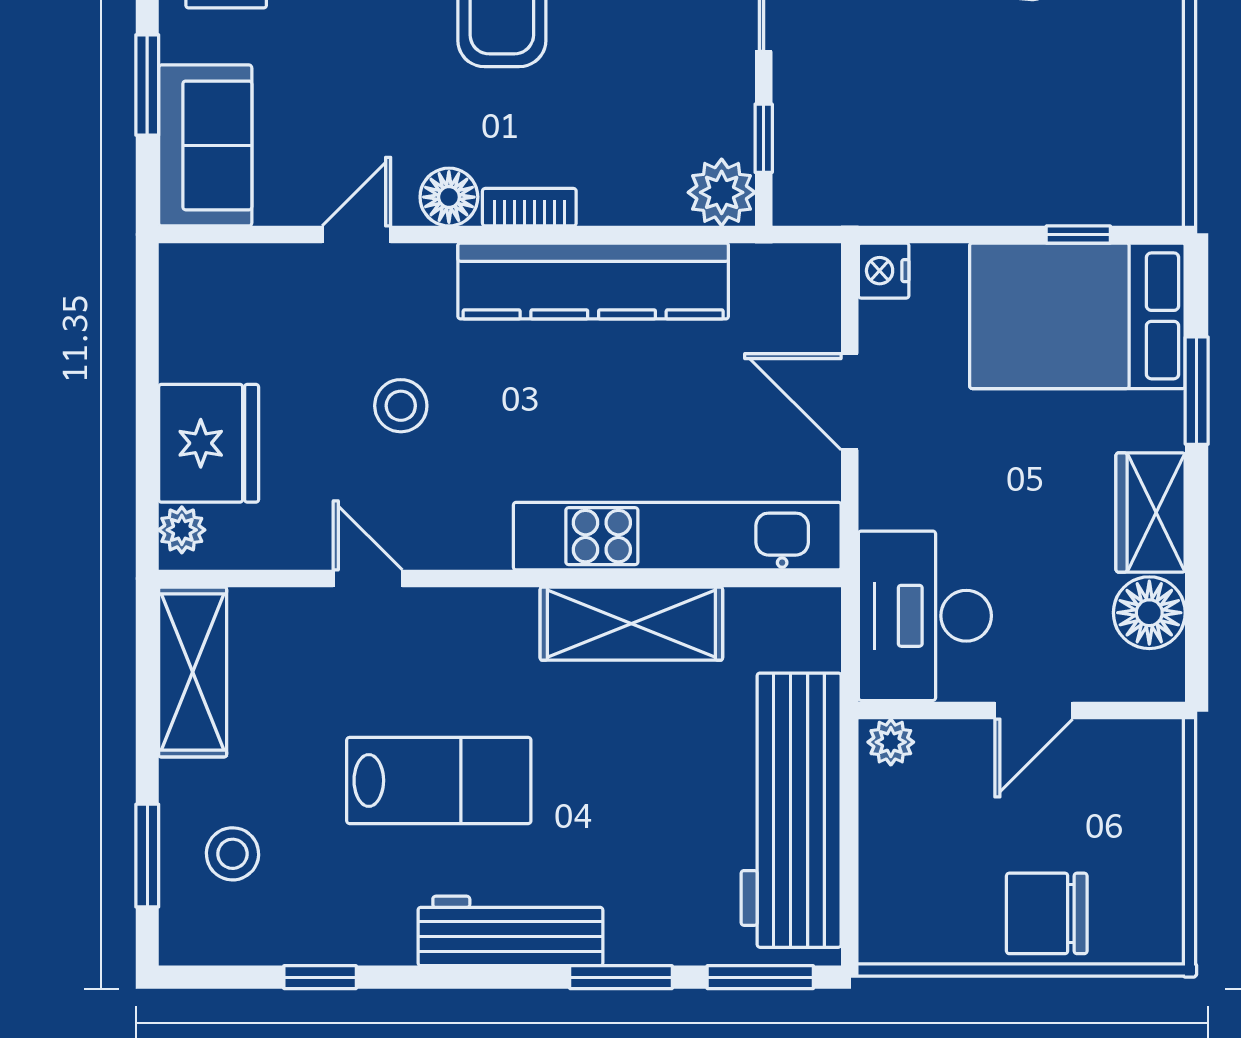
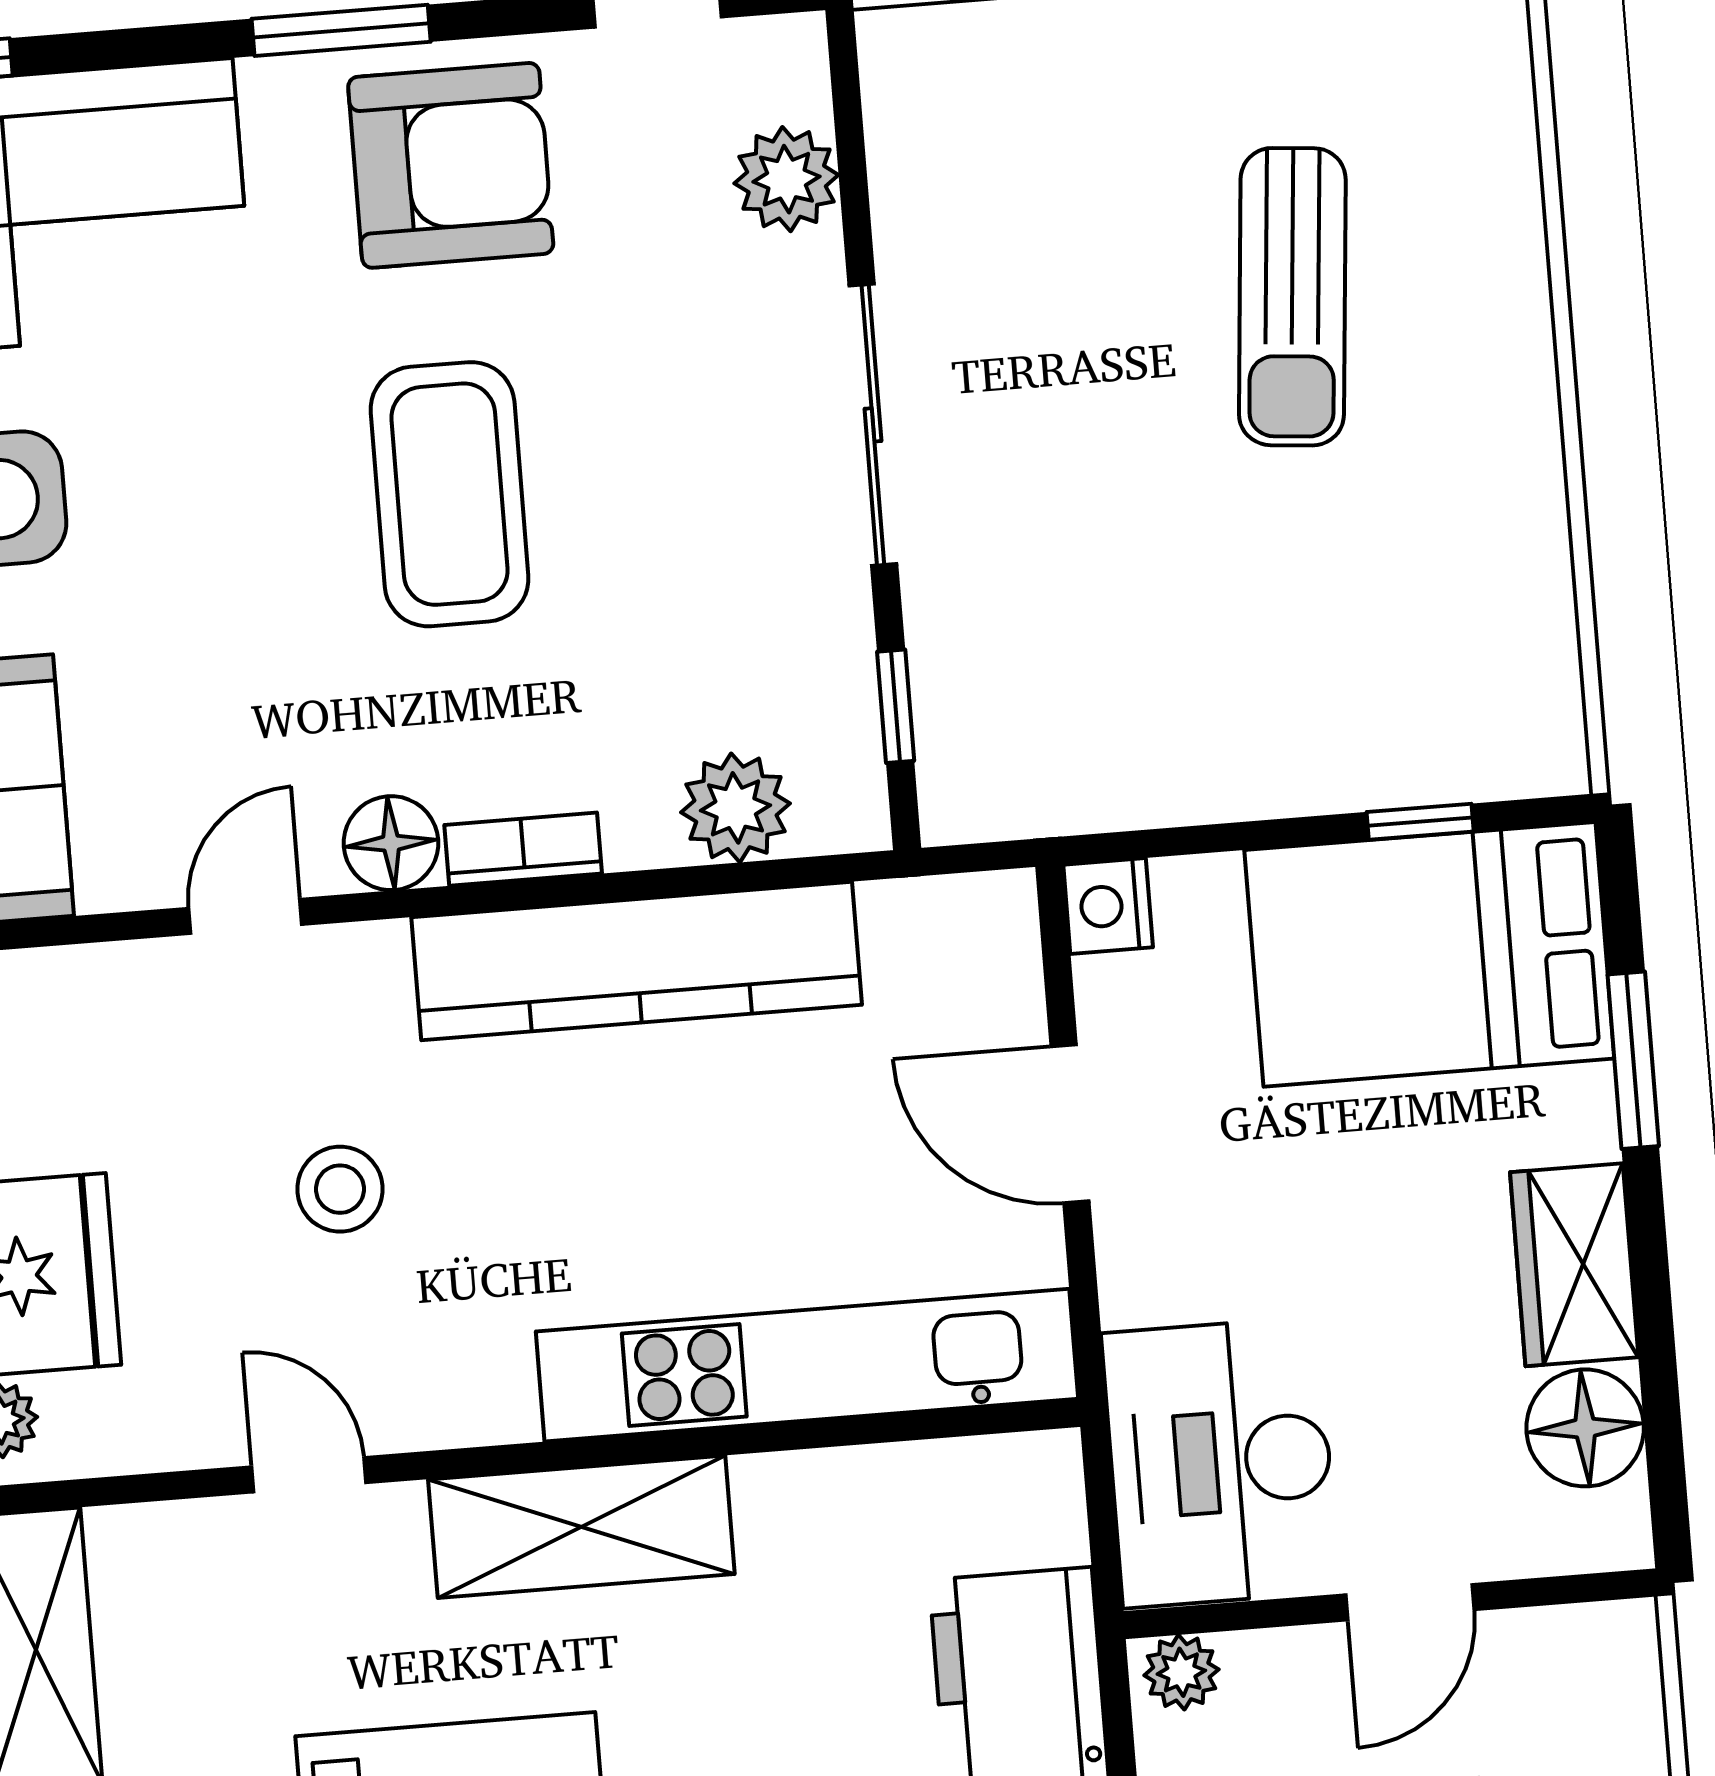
plant: (722, 192) -> (736, 808), moved
shelving: (631, 624) -> (581, 1527), moved

